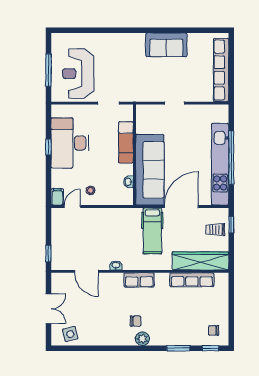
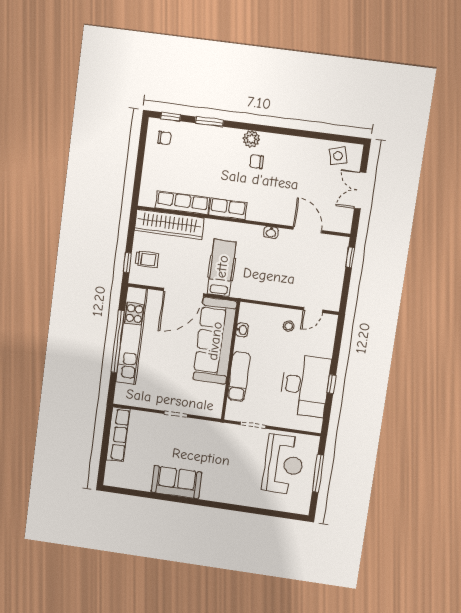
row of seats: (221, 70) -> (118, 435), width x0.73
filing cabinet: (57, 197) -> (329, 324), removed
row of seats: (139, 280) -> (228, 209), moved

